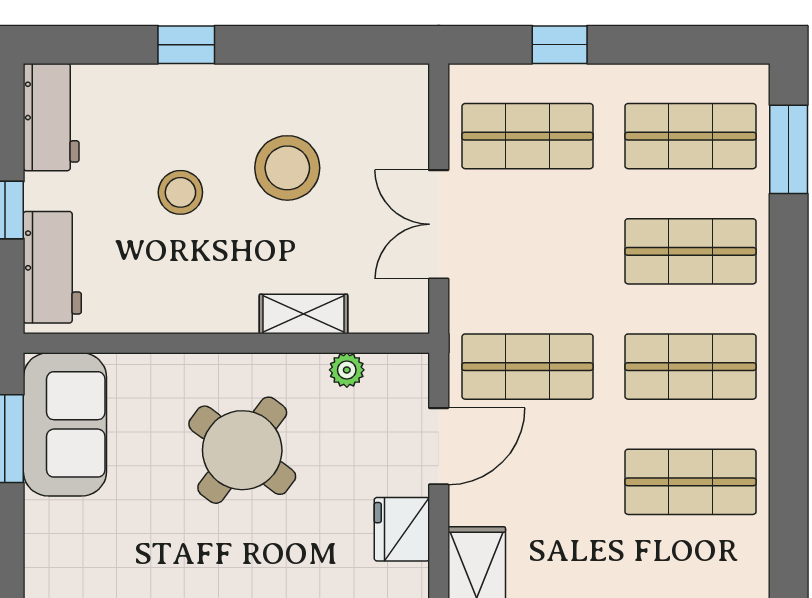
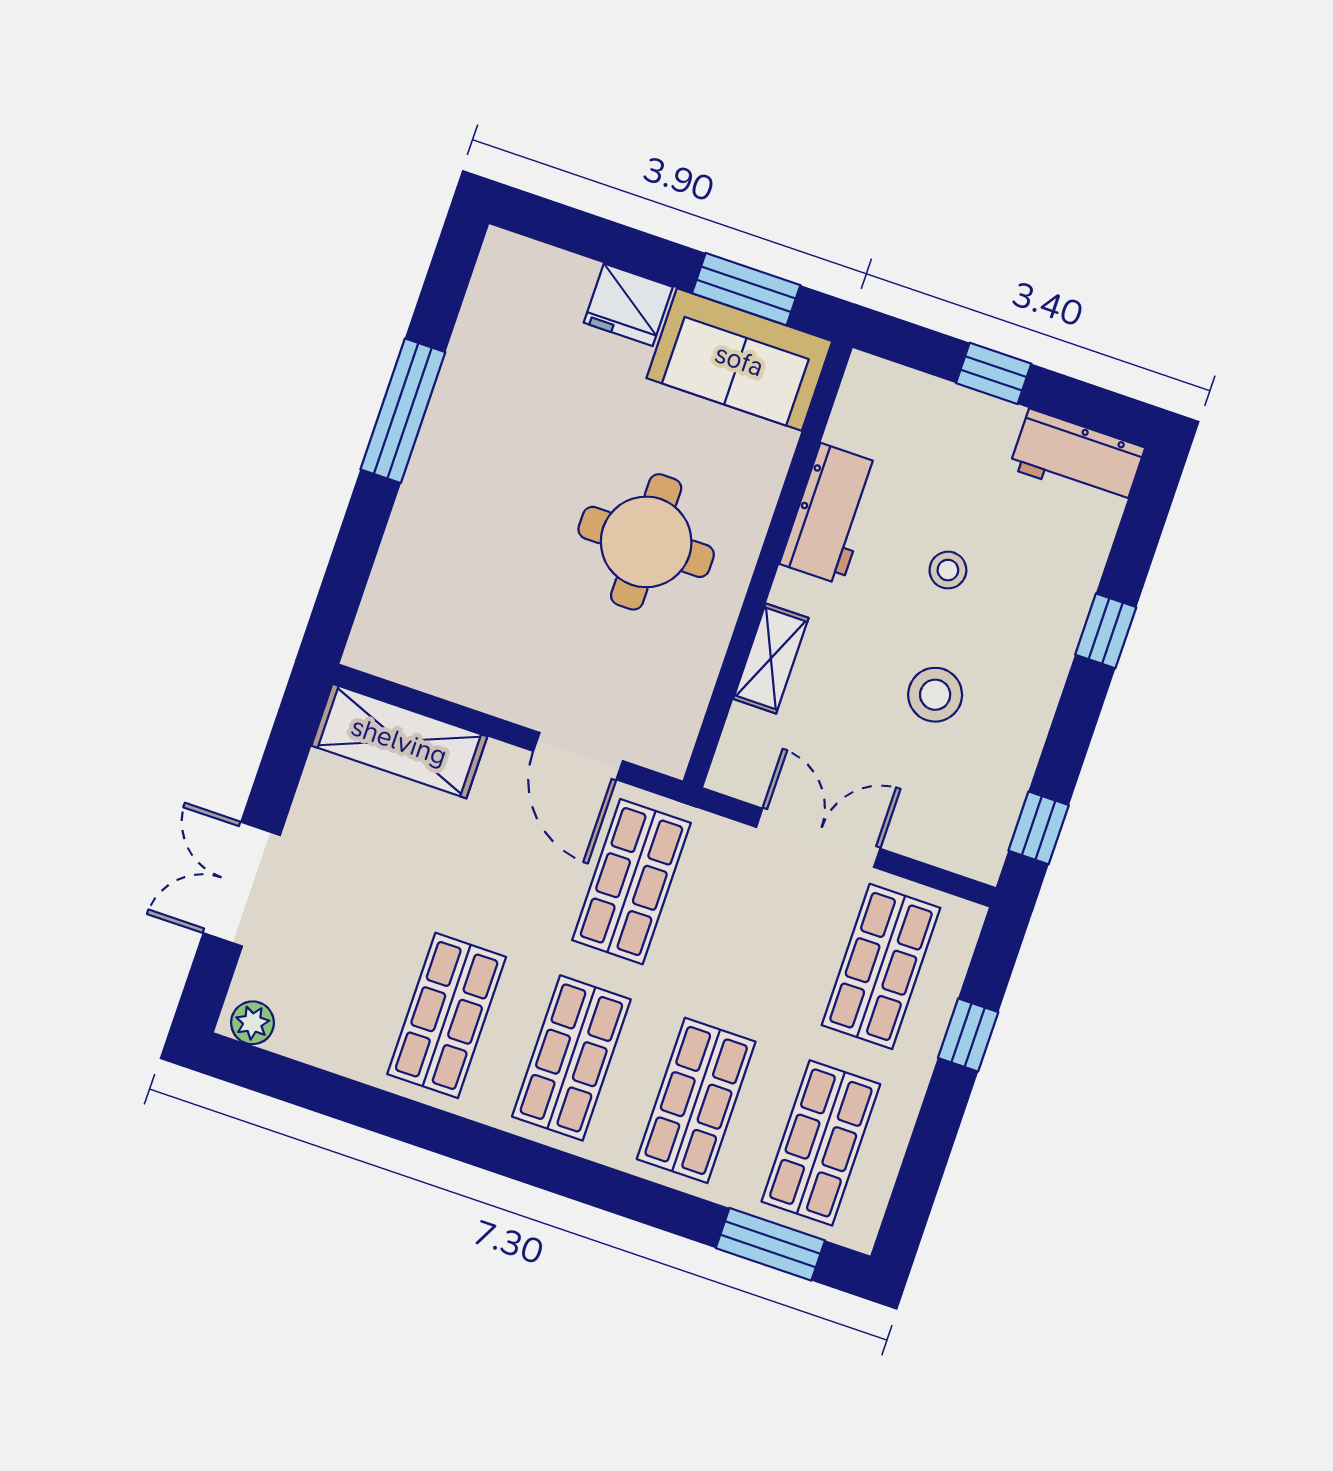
window: (368, 45) -> (1039, 828), added
stool: (287, 168) -> (935, 695), width x0.73, depth x0.73
stool: (180, 192) -> (948, 570), width x0.73, depth x0.73
workbench: (52, 267) -> (831, 514), moved, turned -90
plant: (347, 370) -> (694, 685), removed
round table: (242, 450) -> (646, 542), turned -37
fridge: (402, 529) -> (628, 305), moved, turned 180

